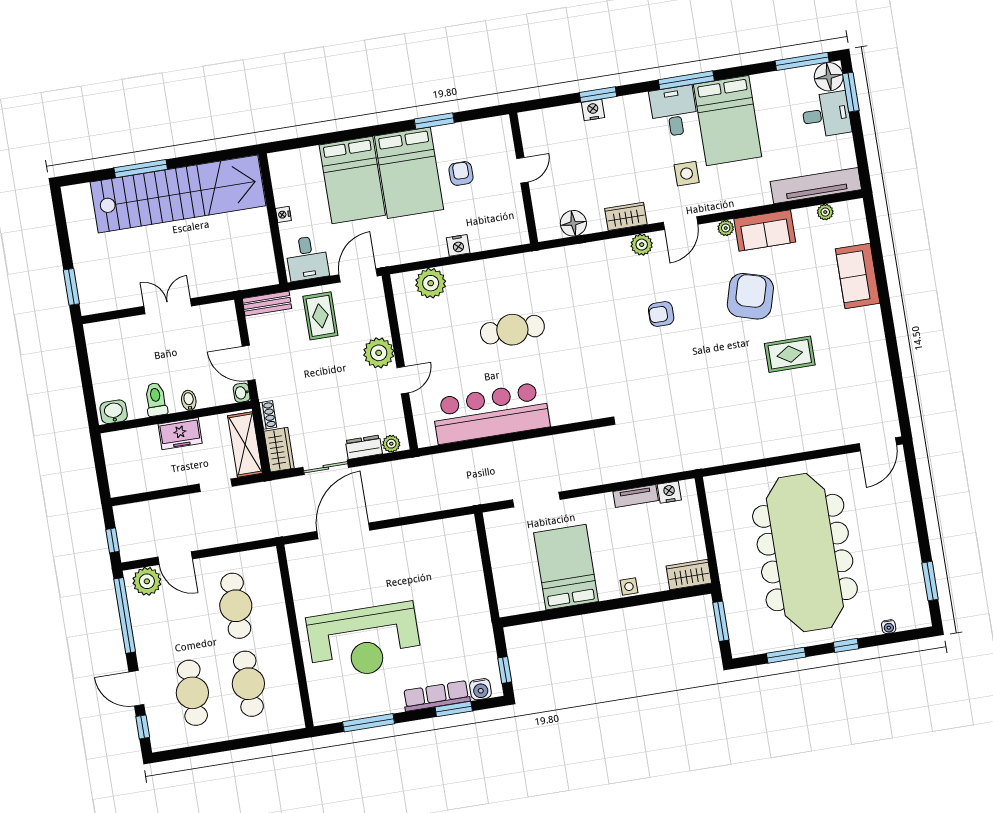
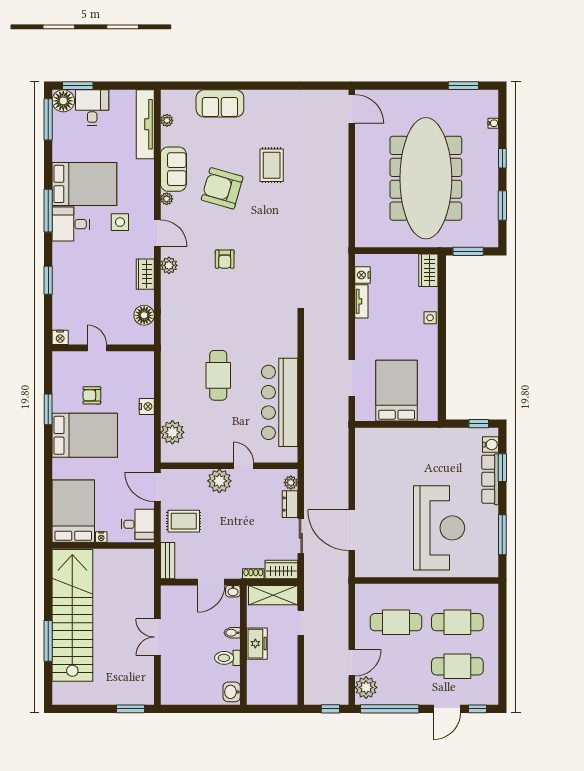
nightstand: (593, 110) -> (60, 337), moved, turned -90
bed: (352, 180) -> (73, 511), moved, turned -90
meeting table: (805, 553) -> (426, 178), turned 90
bed: (566, 567) -> (397, 391), moved, turned 90

